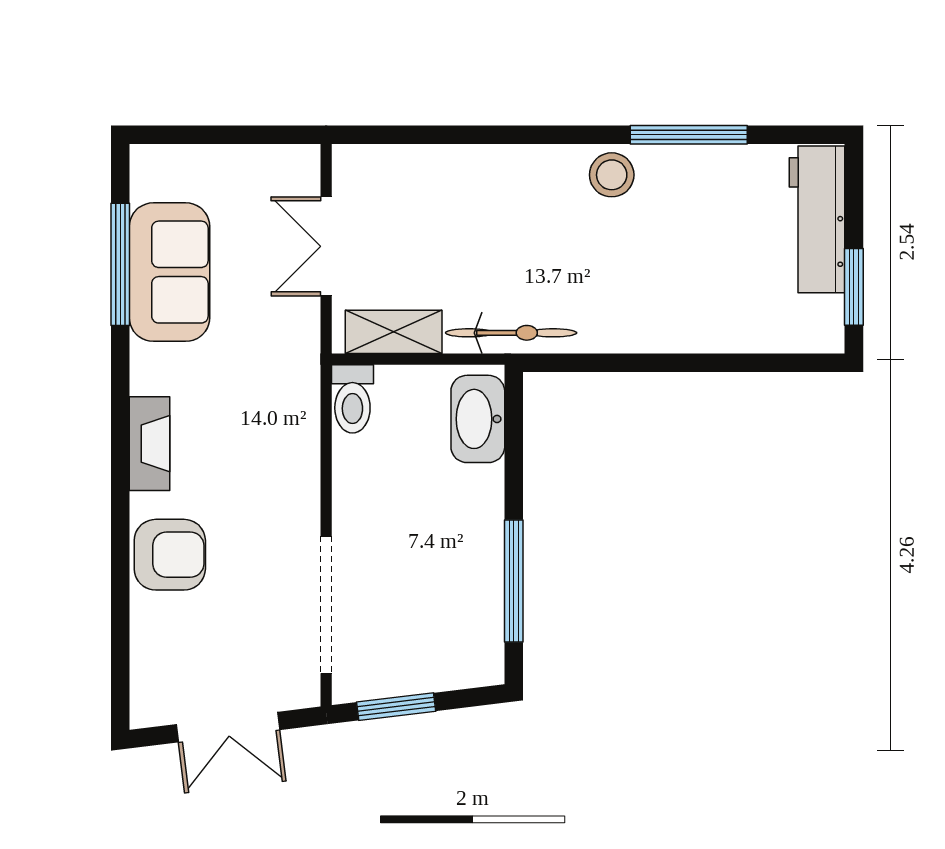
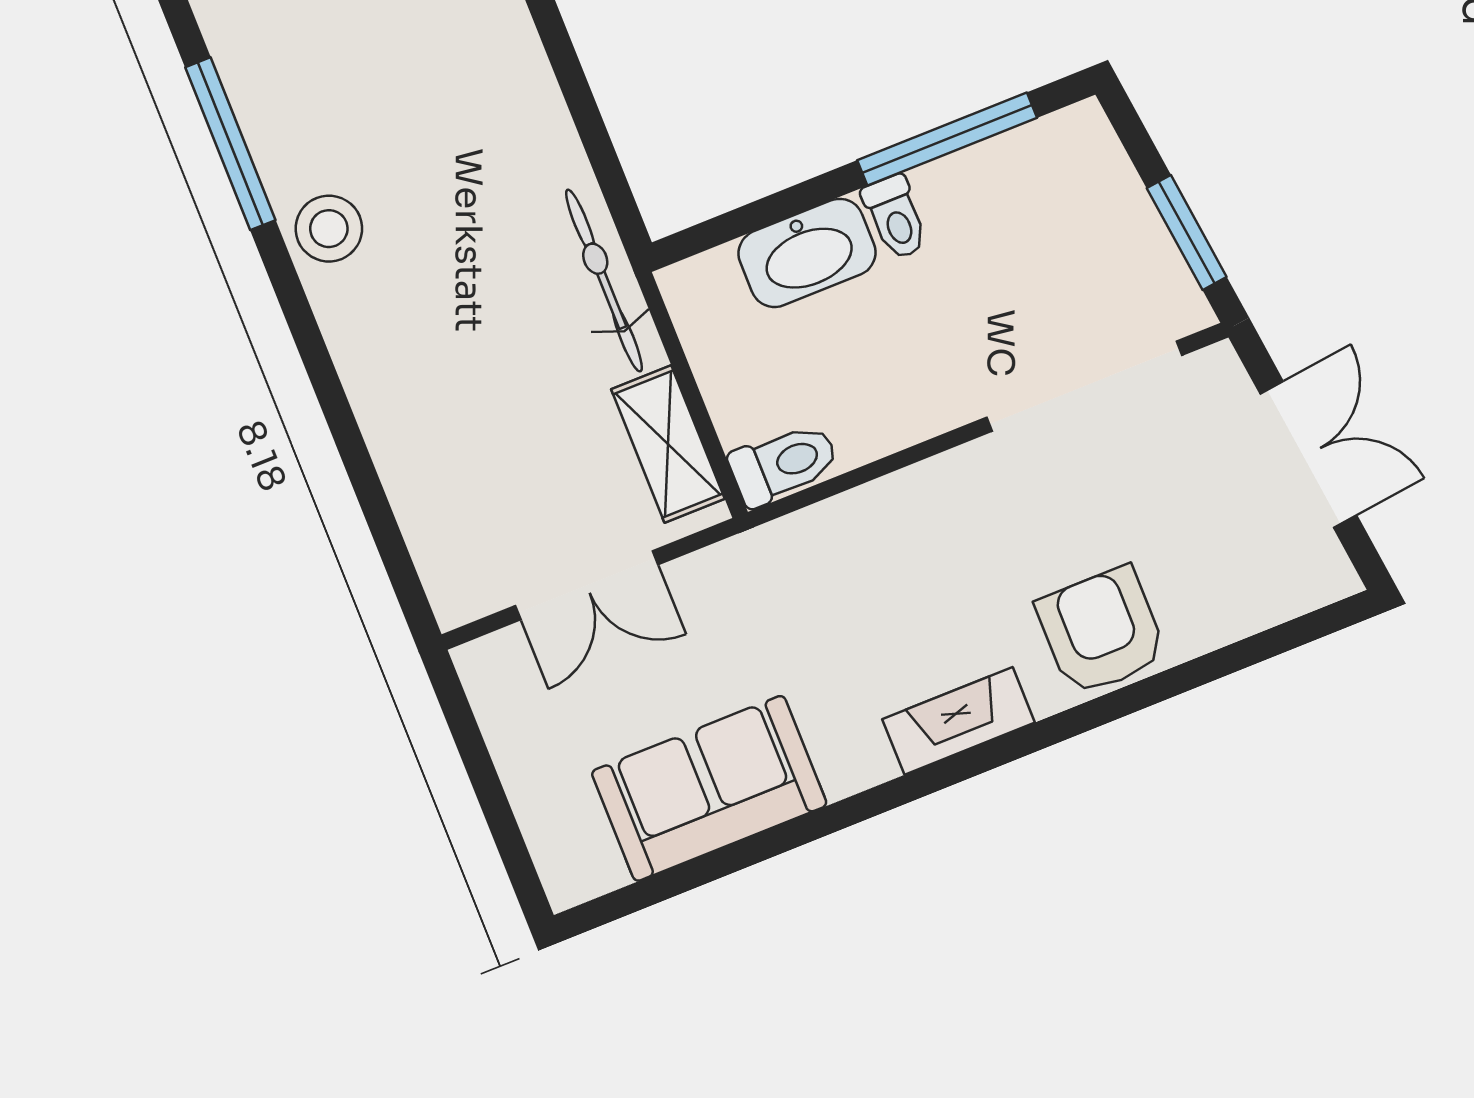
window: (120, 264) -> (726, 861), removed
washbasin: (478, 419) -> (807, 253), moved
toilet: (478, 529) -> (895, 217), added

